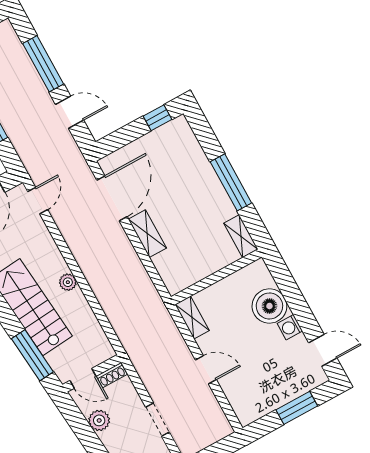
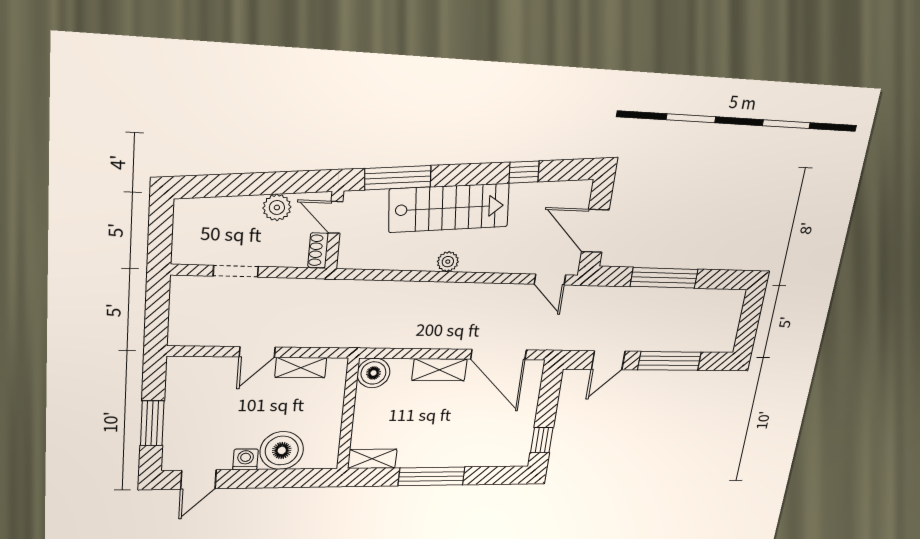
boiler: (176, 279) -> (373, 373), added
shelving: (192, 317) -> (301, 368), moved
door: (83, 378) -> (336, 217), hinge flipped

